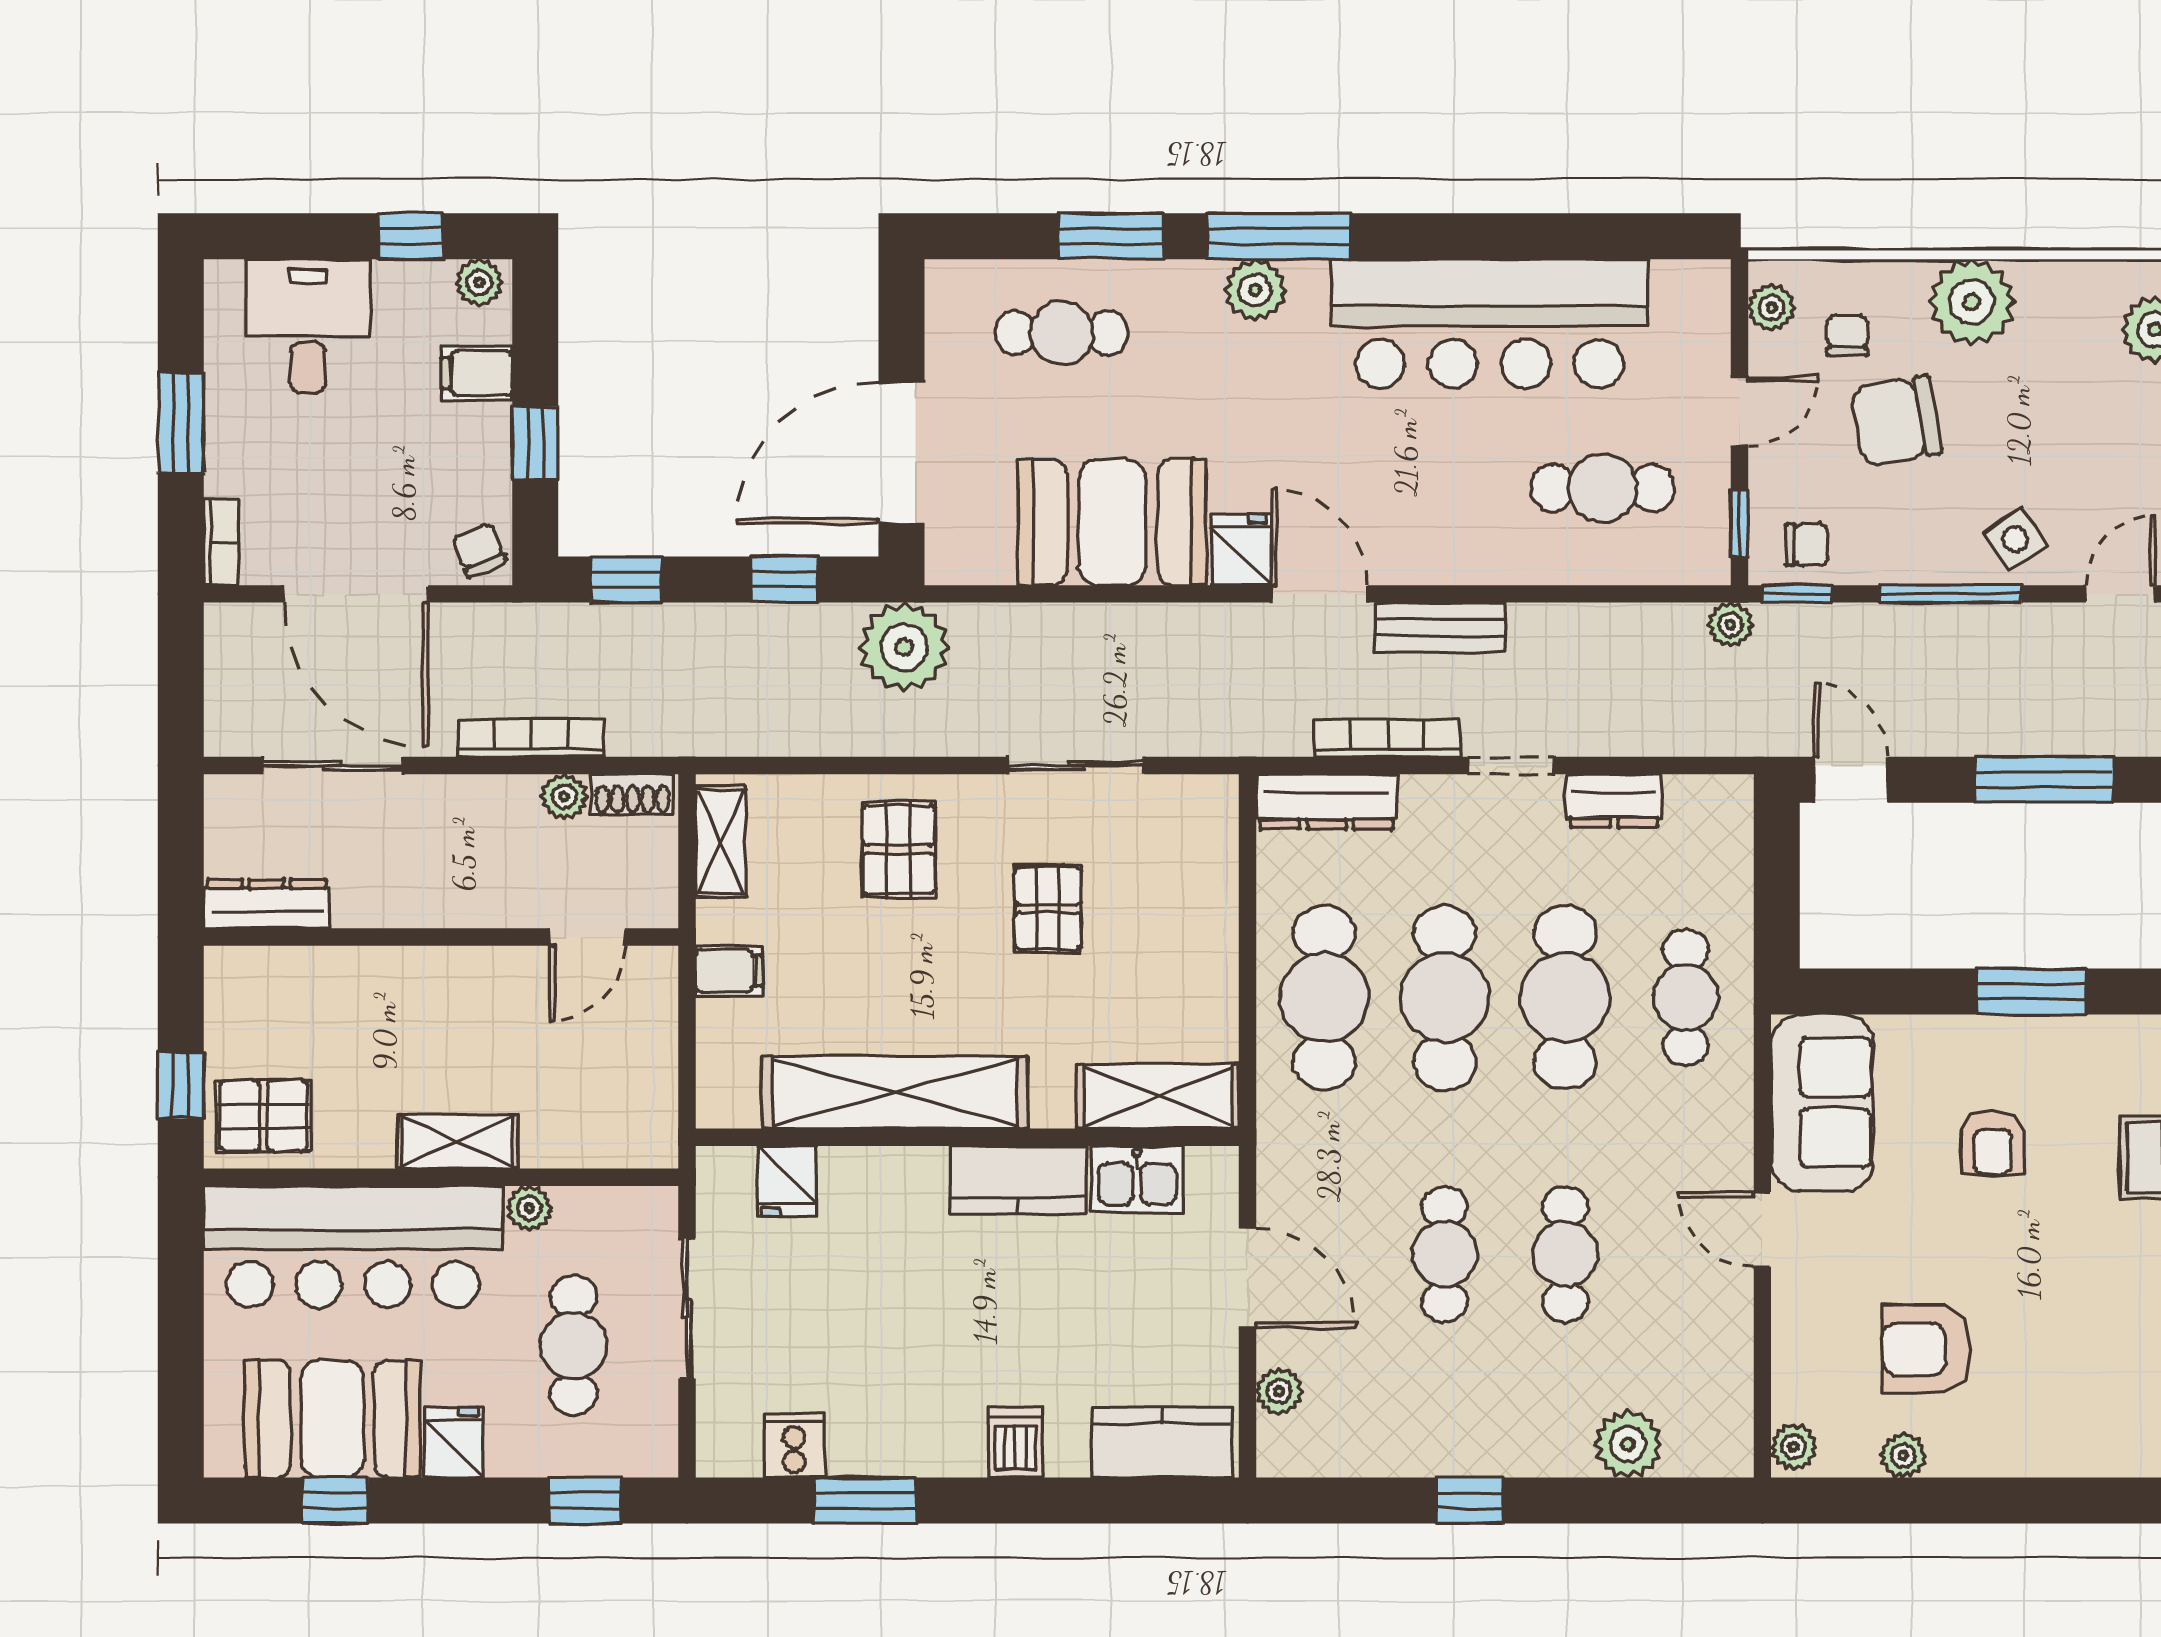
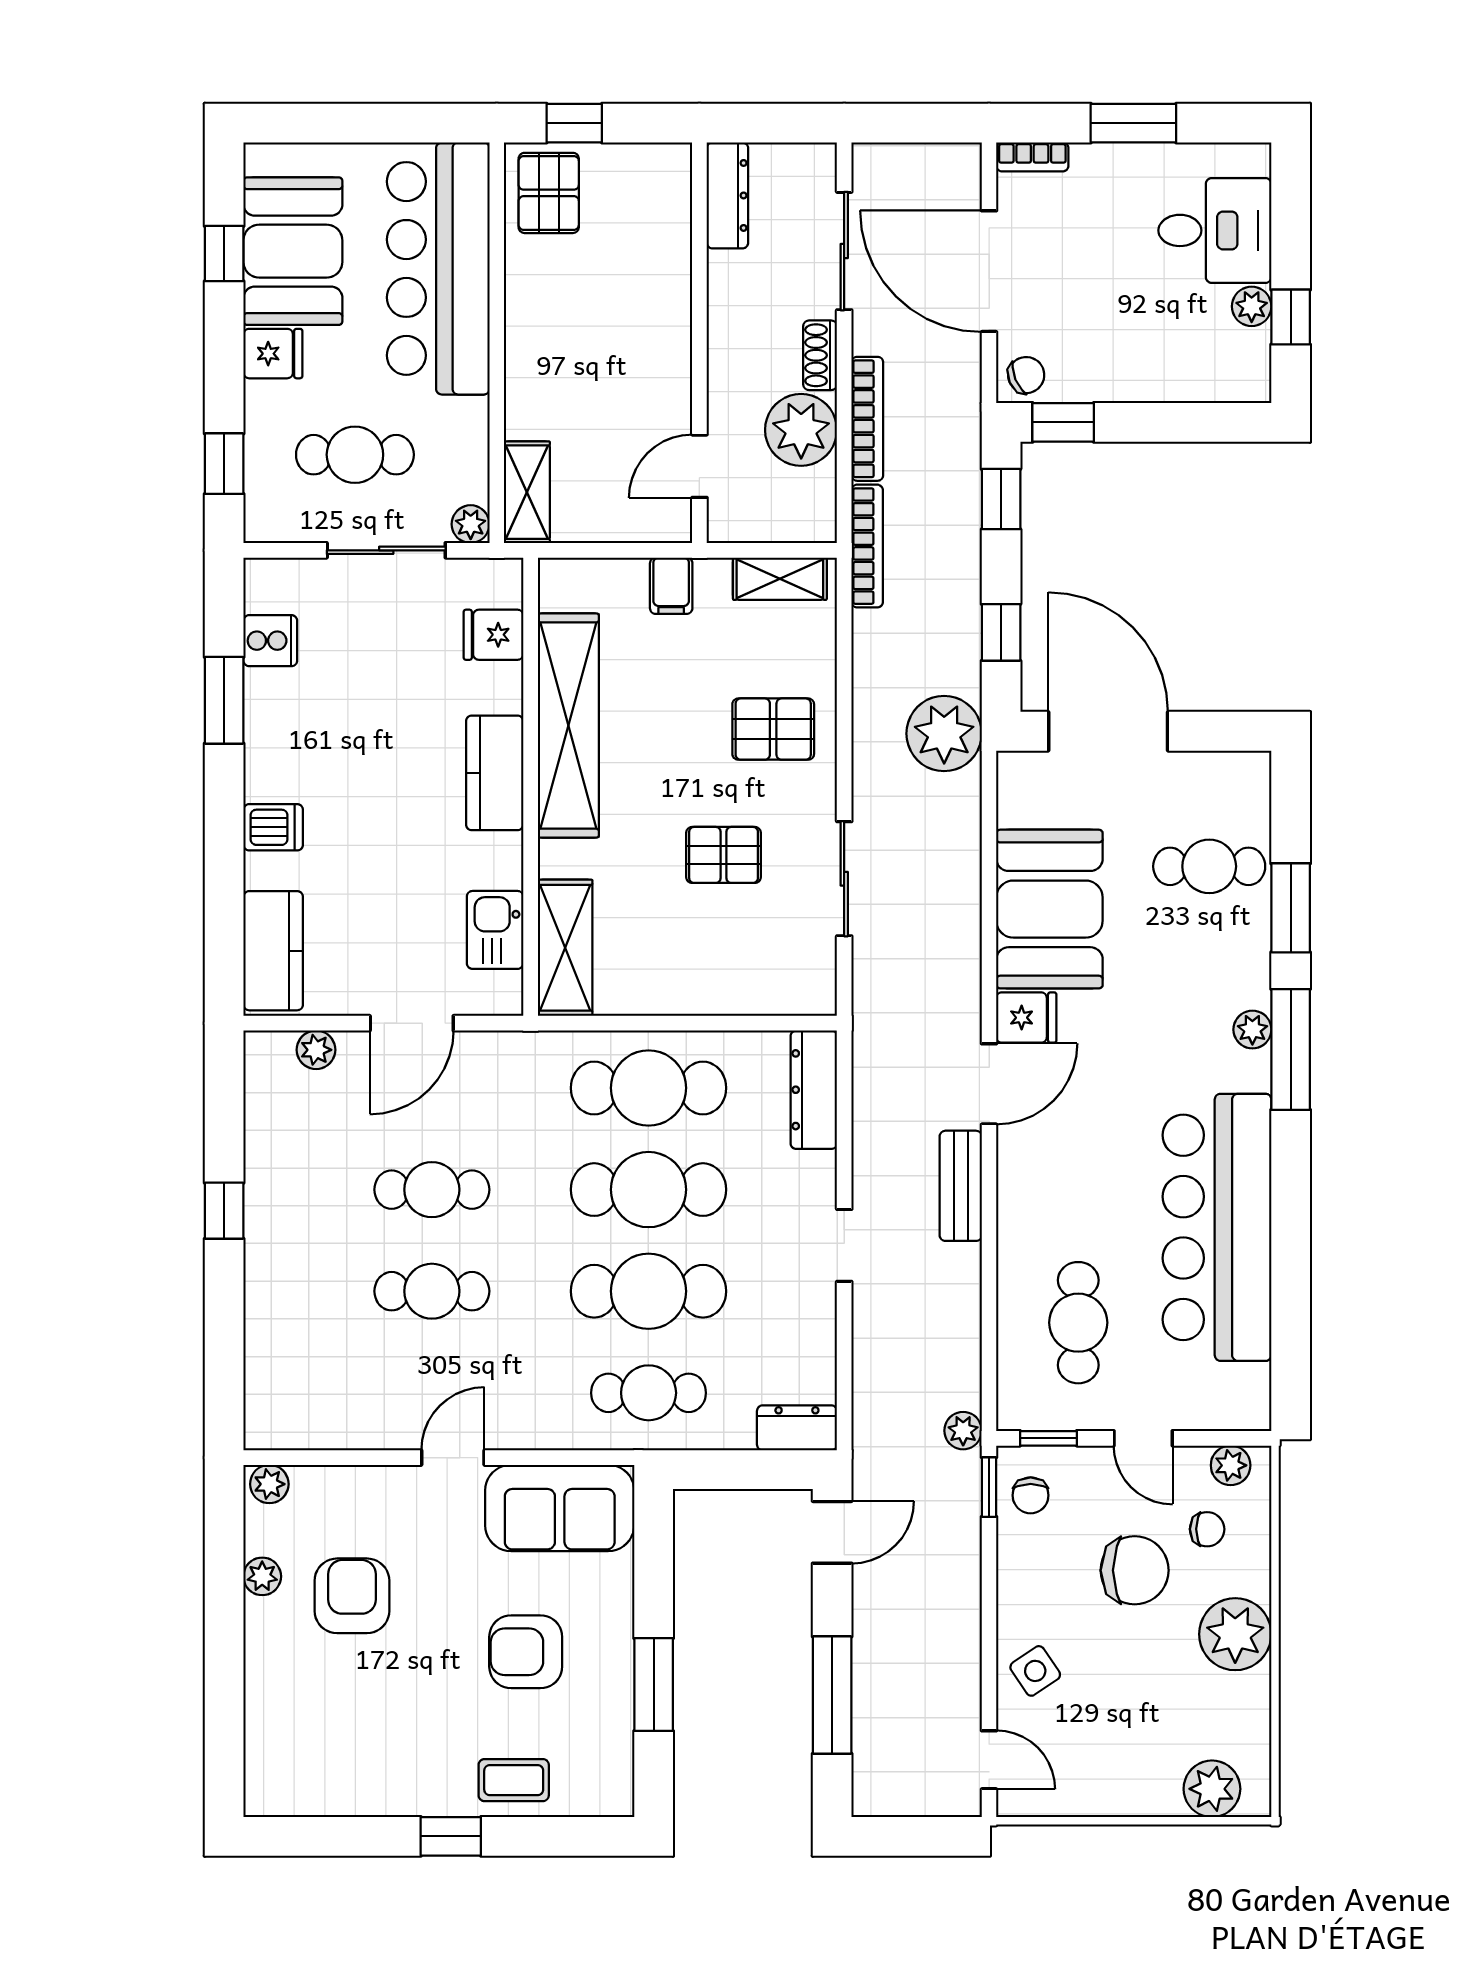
plant: (479, 283) -> (1252, 306), moved
plant: (1255, 290) -> (1252, 1030), width x0.73, depth x0.73
cafe table: (1062, 333) -> (1209, 866), turned 90
filing cabinet: (477, 373) -> (1175, 373), removed
chair: (1896, 421) -> (1135, 1570), turned 100
window: (535, 443) -> (1063, 422), moved
door: (356, 594) -> (989, 271), hinge flipped
window: (1950, 594) -> (989, 1616), removed
bookcase: (1387, 738) -> (867, 546), moved
shoe rack: (633, 794) -> (820, 355), moved
plant: (564, 797) -> (801, 430), width x1.87, depth x1.87
dresser: (1614, 801) -> (797, 1428), moved, turned 90
door: (587, 937) -> (699, 466), hinge flipped
shelving: (458, 1142) -> (527, 492), moved
armchair: (1993, 1143) -> (526, 1652), width x1.38, depth x1.38
kitchen counter: (1018, 1180) -> (495, 773), moved
plant: (529, 1208) -> (471, 524), moved
plant: (1628, 1444) -> (272, 1344), removed

